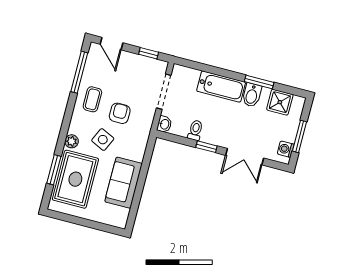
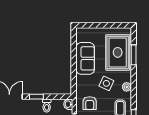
armchair: (120, 113) -> (90, 103), moved
plant: (72, 141) -> (127, 87), moved

